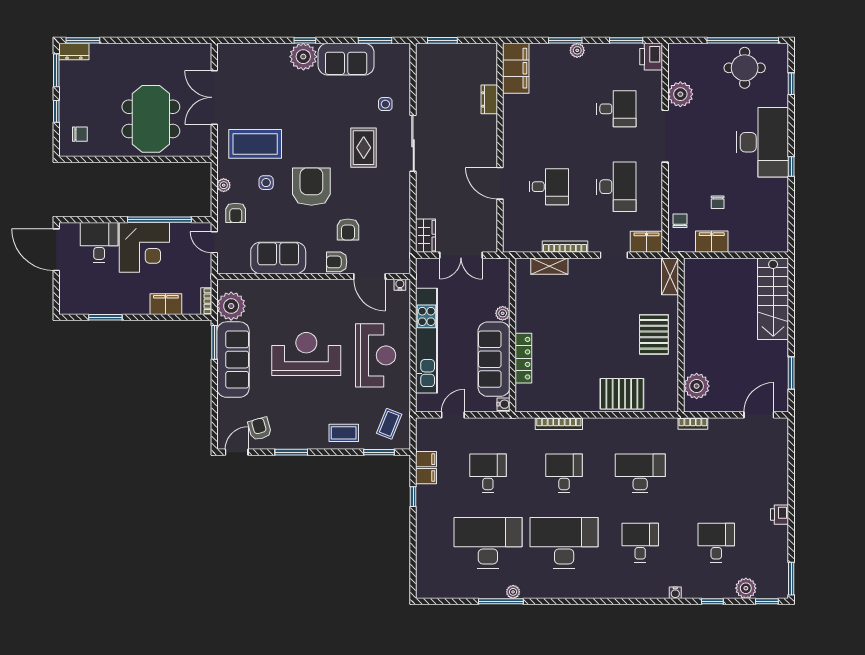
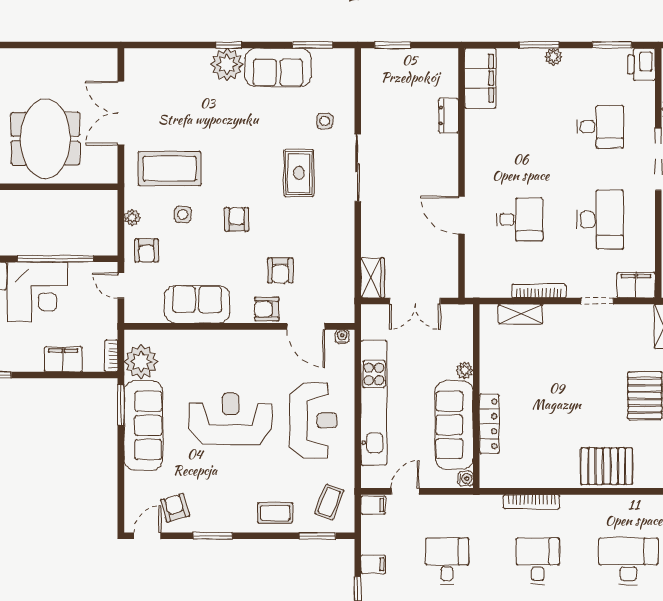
armchair: (311, 187) -> (237, 219), width x0.53, depth x0.53
filing cabinet: (426, 459) -> (373, 505), moved

